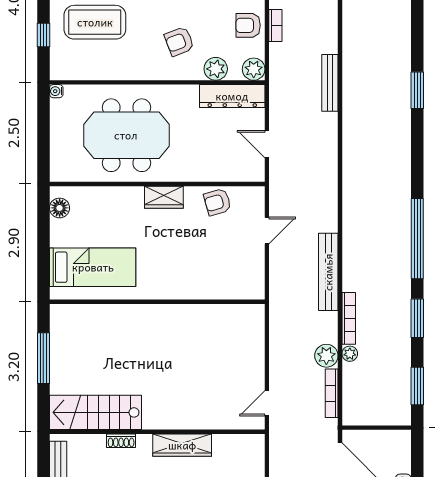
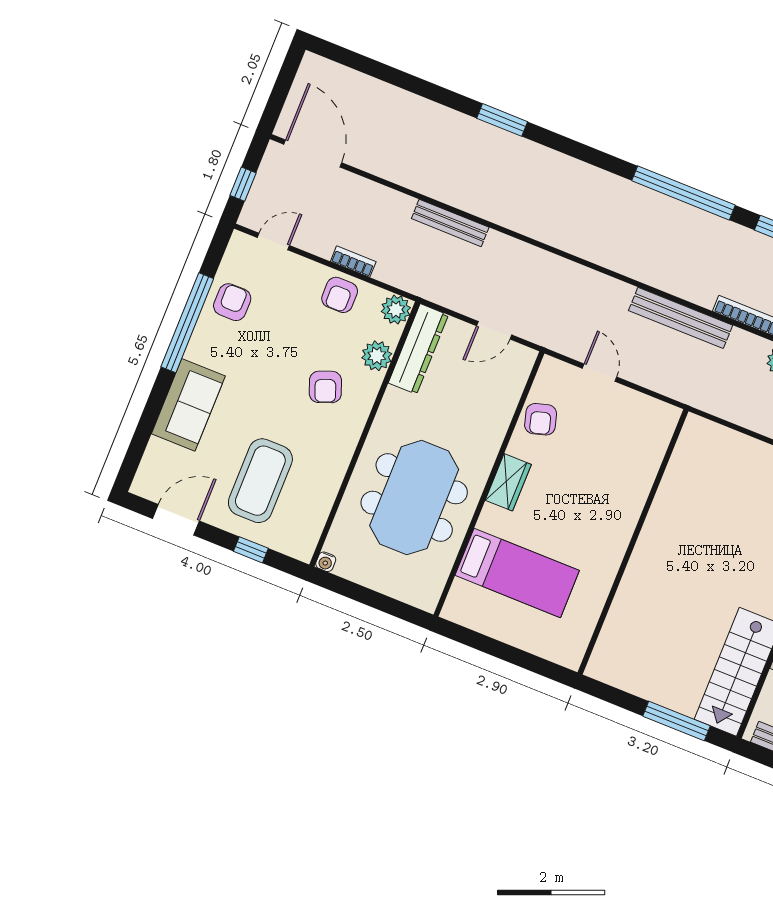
floor lamp: (60, 208) -> (470, 615), removed
bed: (93, 267) -> (517, 573), moved, turned 90
window: (43, 358) -> (677, 721), moved

